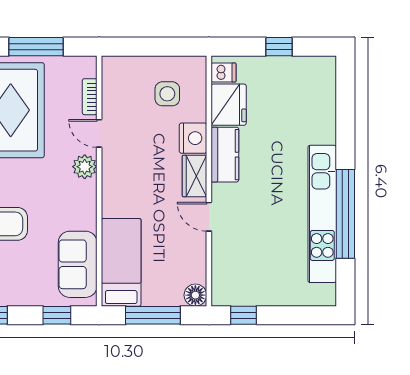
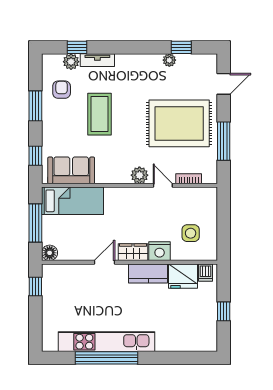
door: (99, 133) -> (163, 185), hinge flipped

